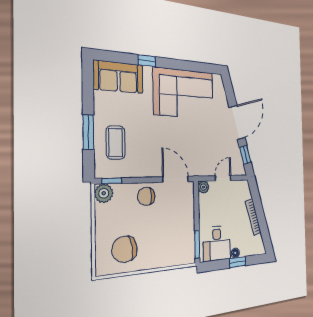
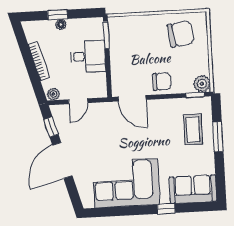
plant: (203, 187) -> (53, 94), moved
desk: (217, 243) -> (88, 56), moved, turned 90

